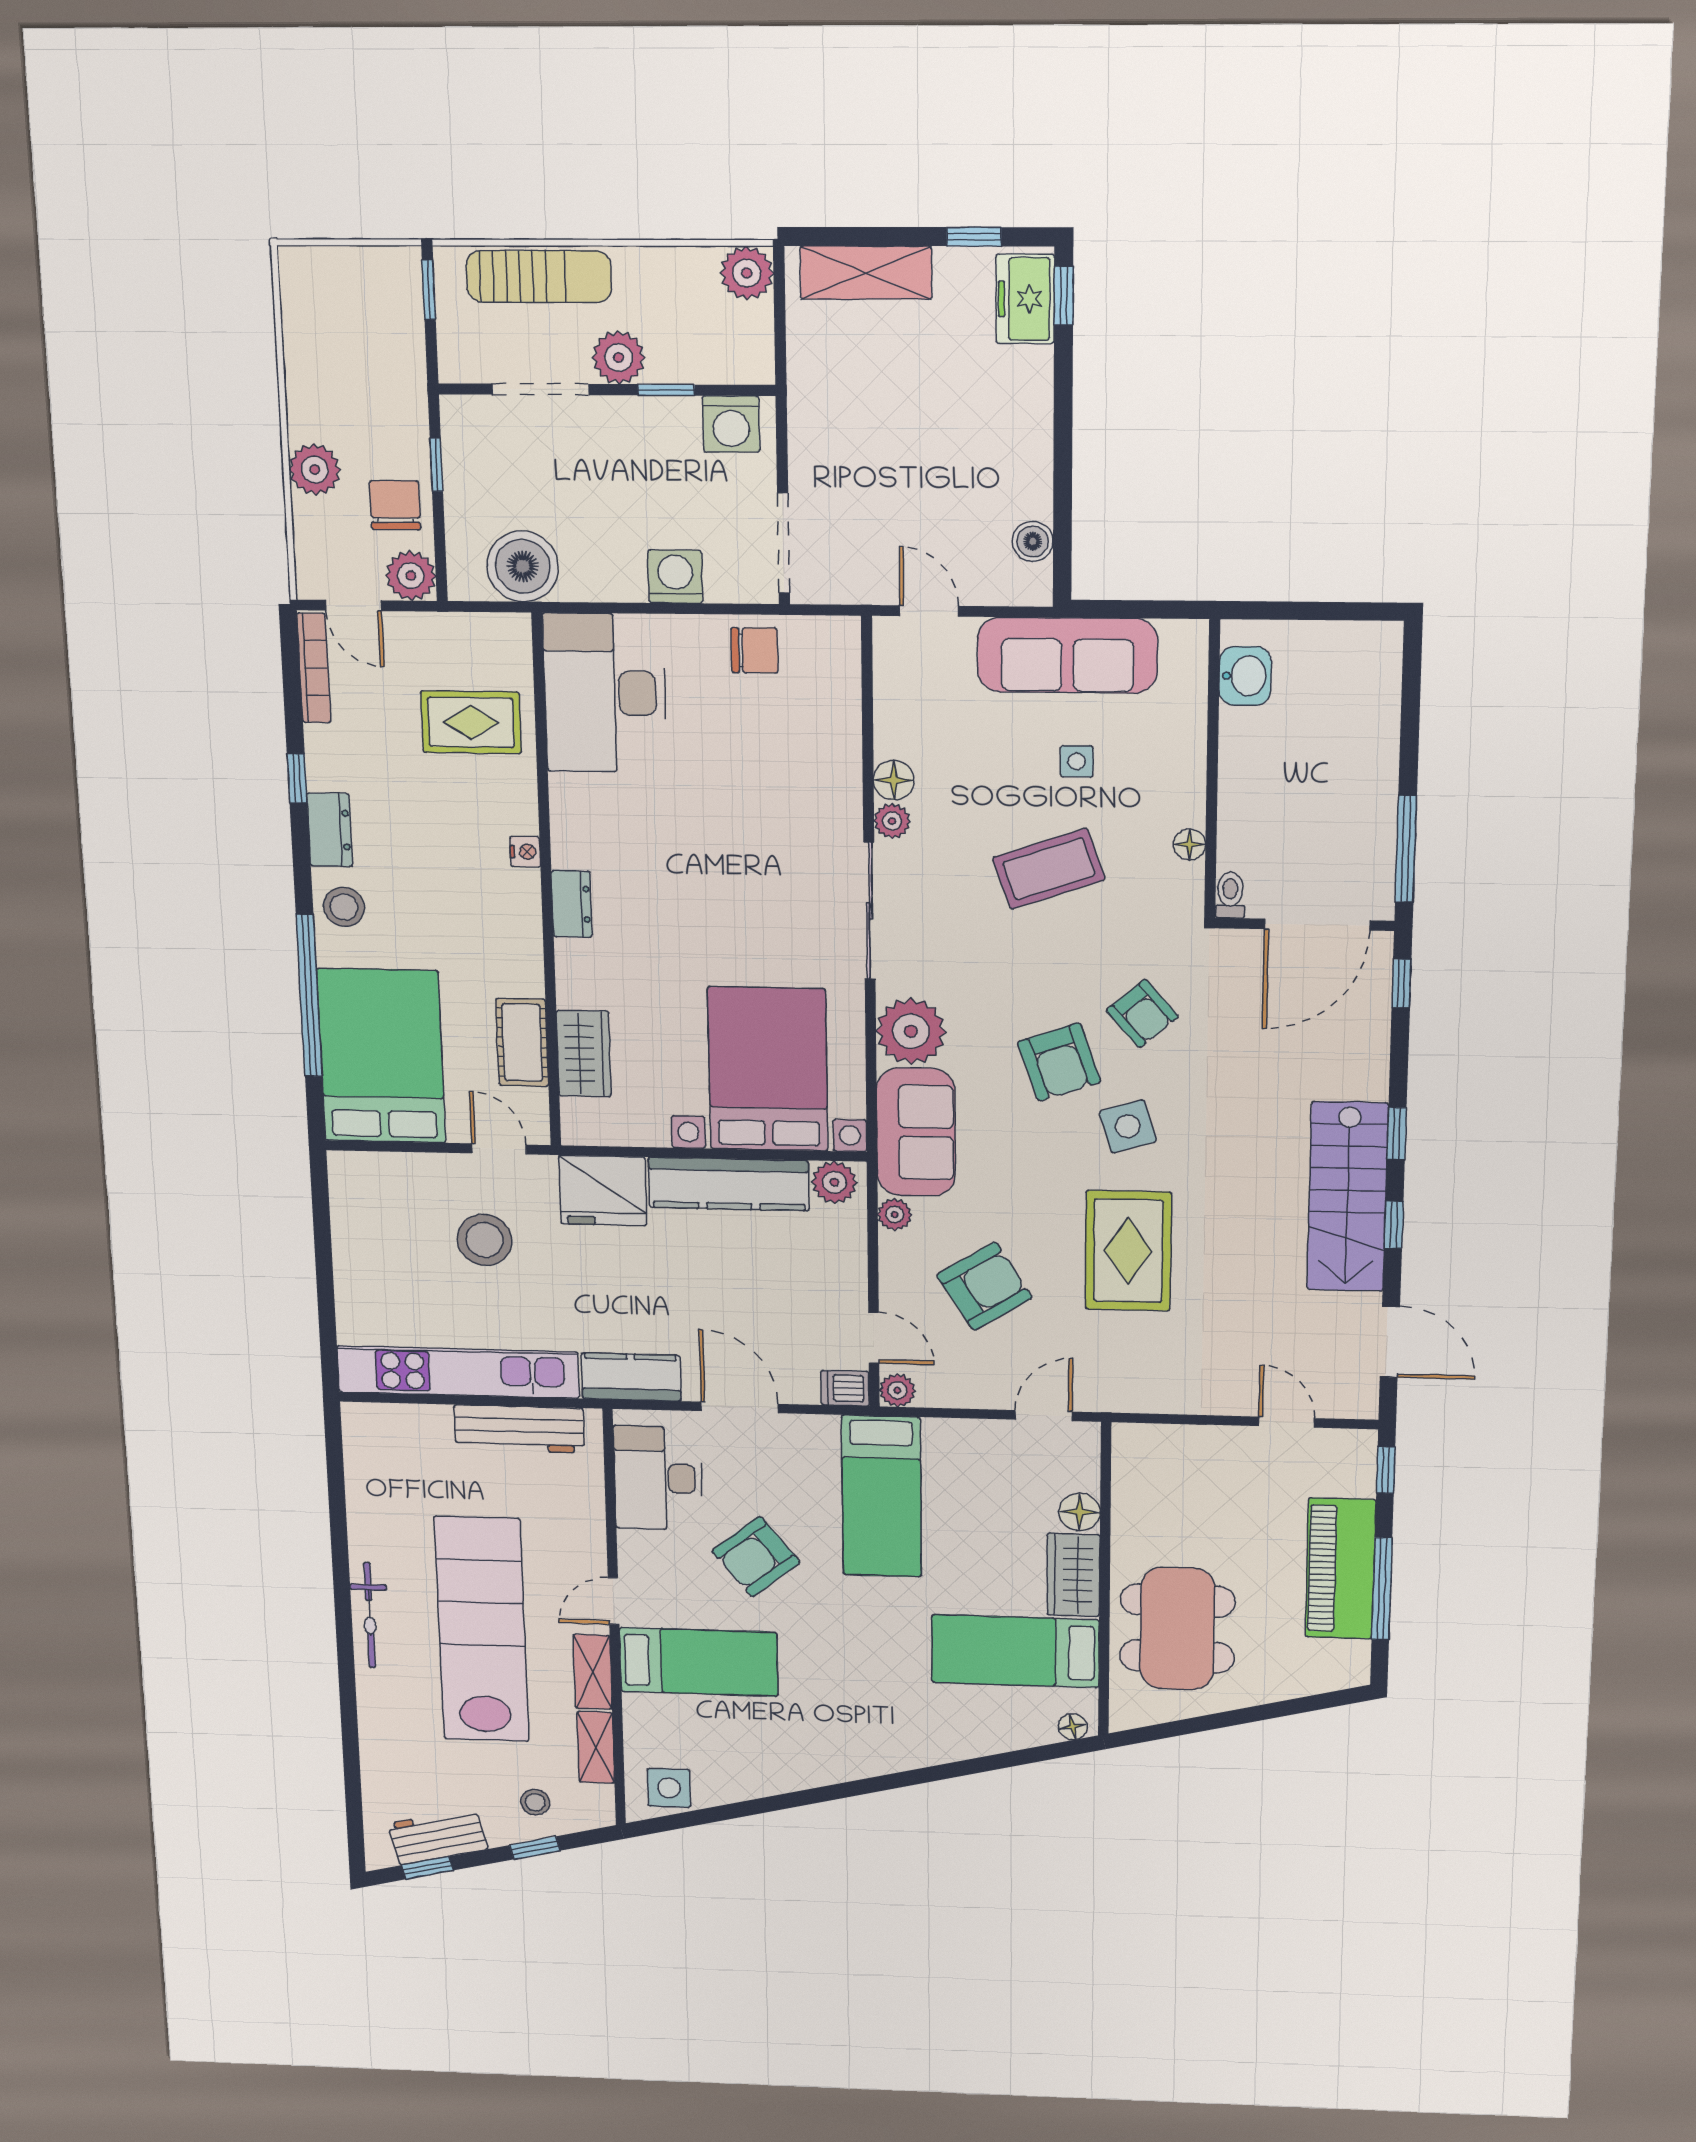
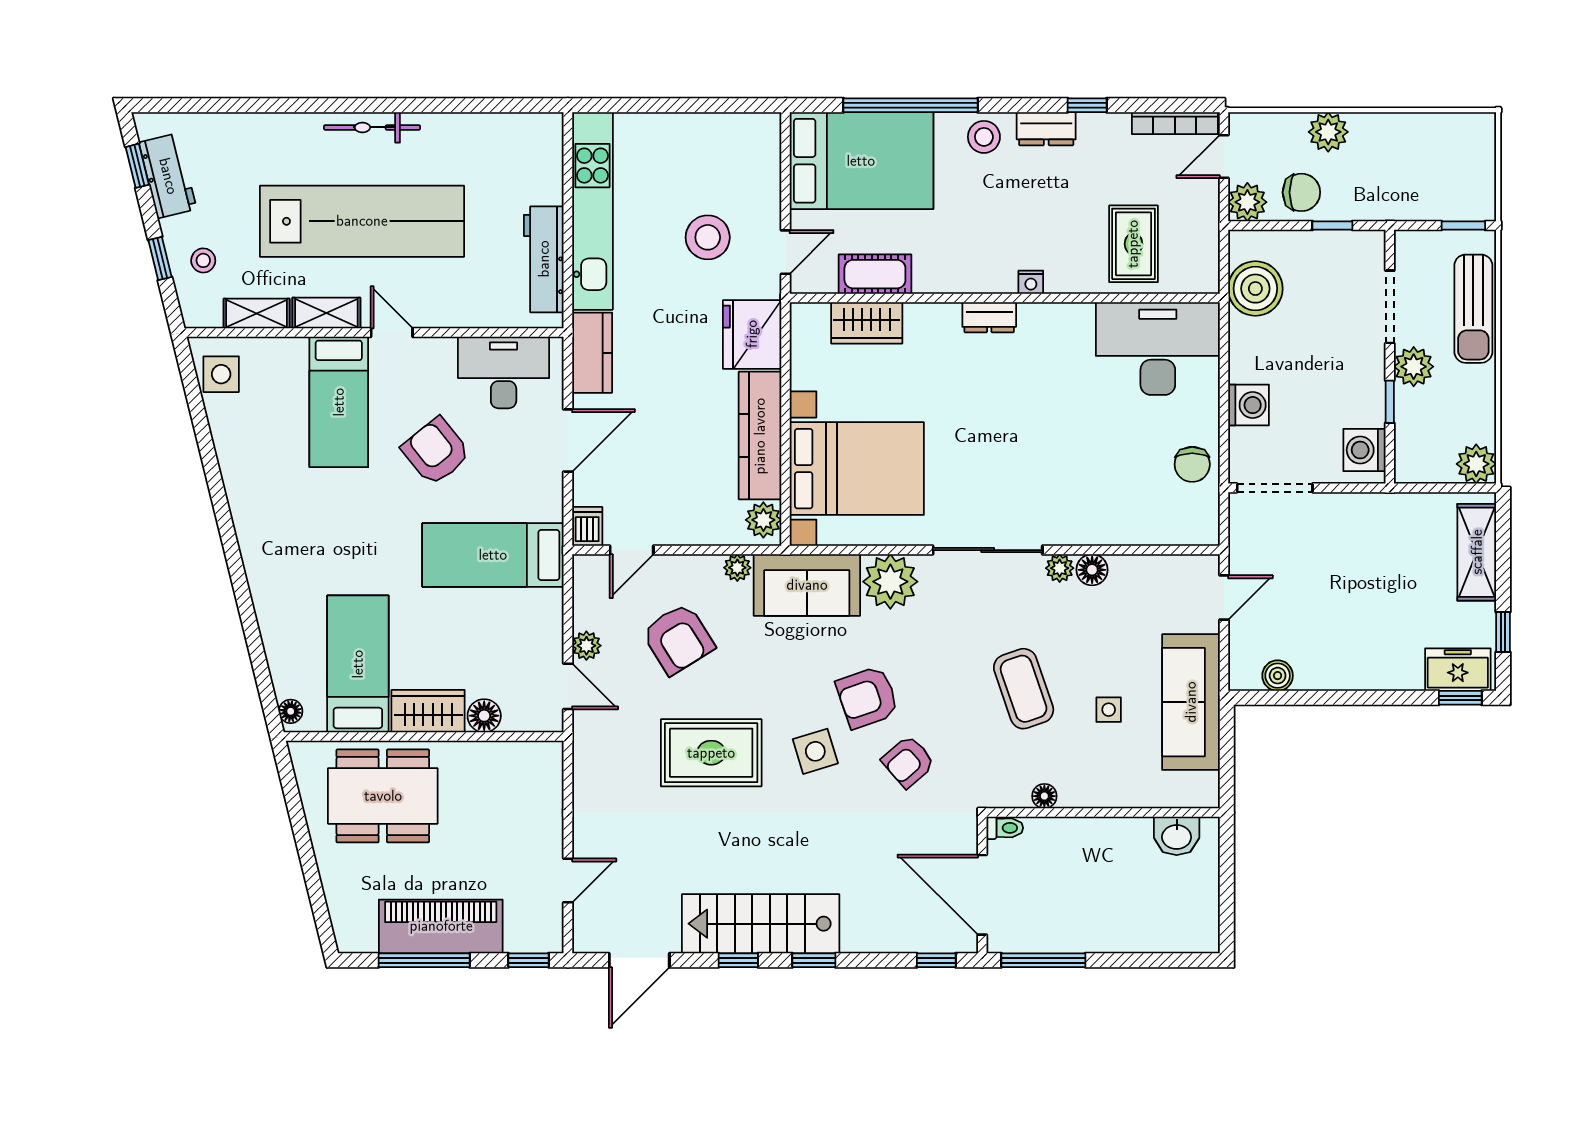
plant: (897, 1390) -> (586, 646), moved

